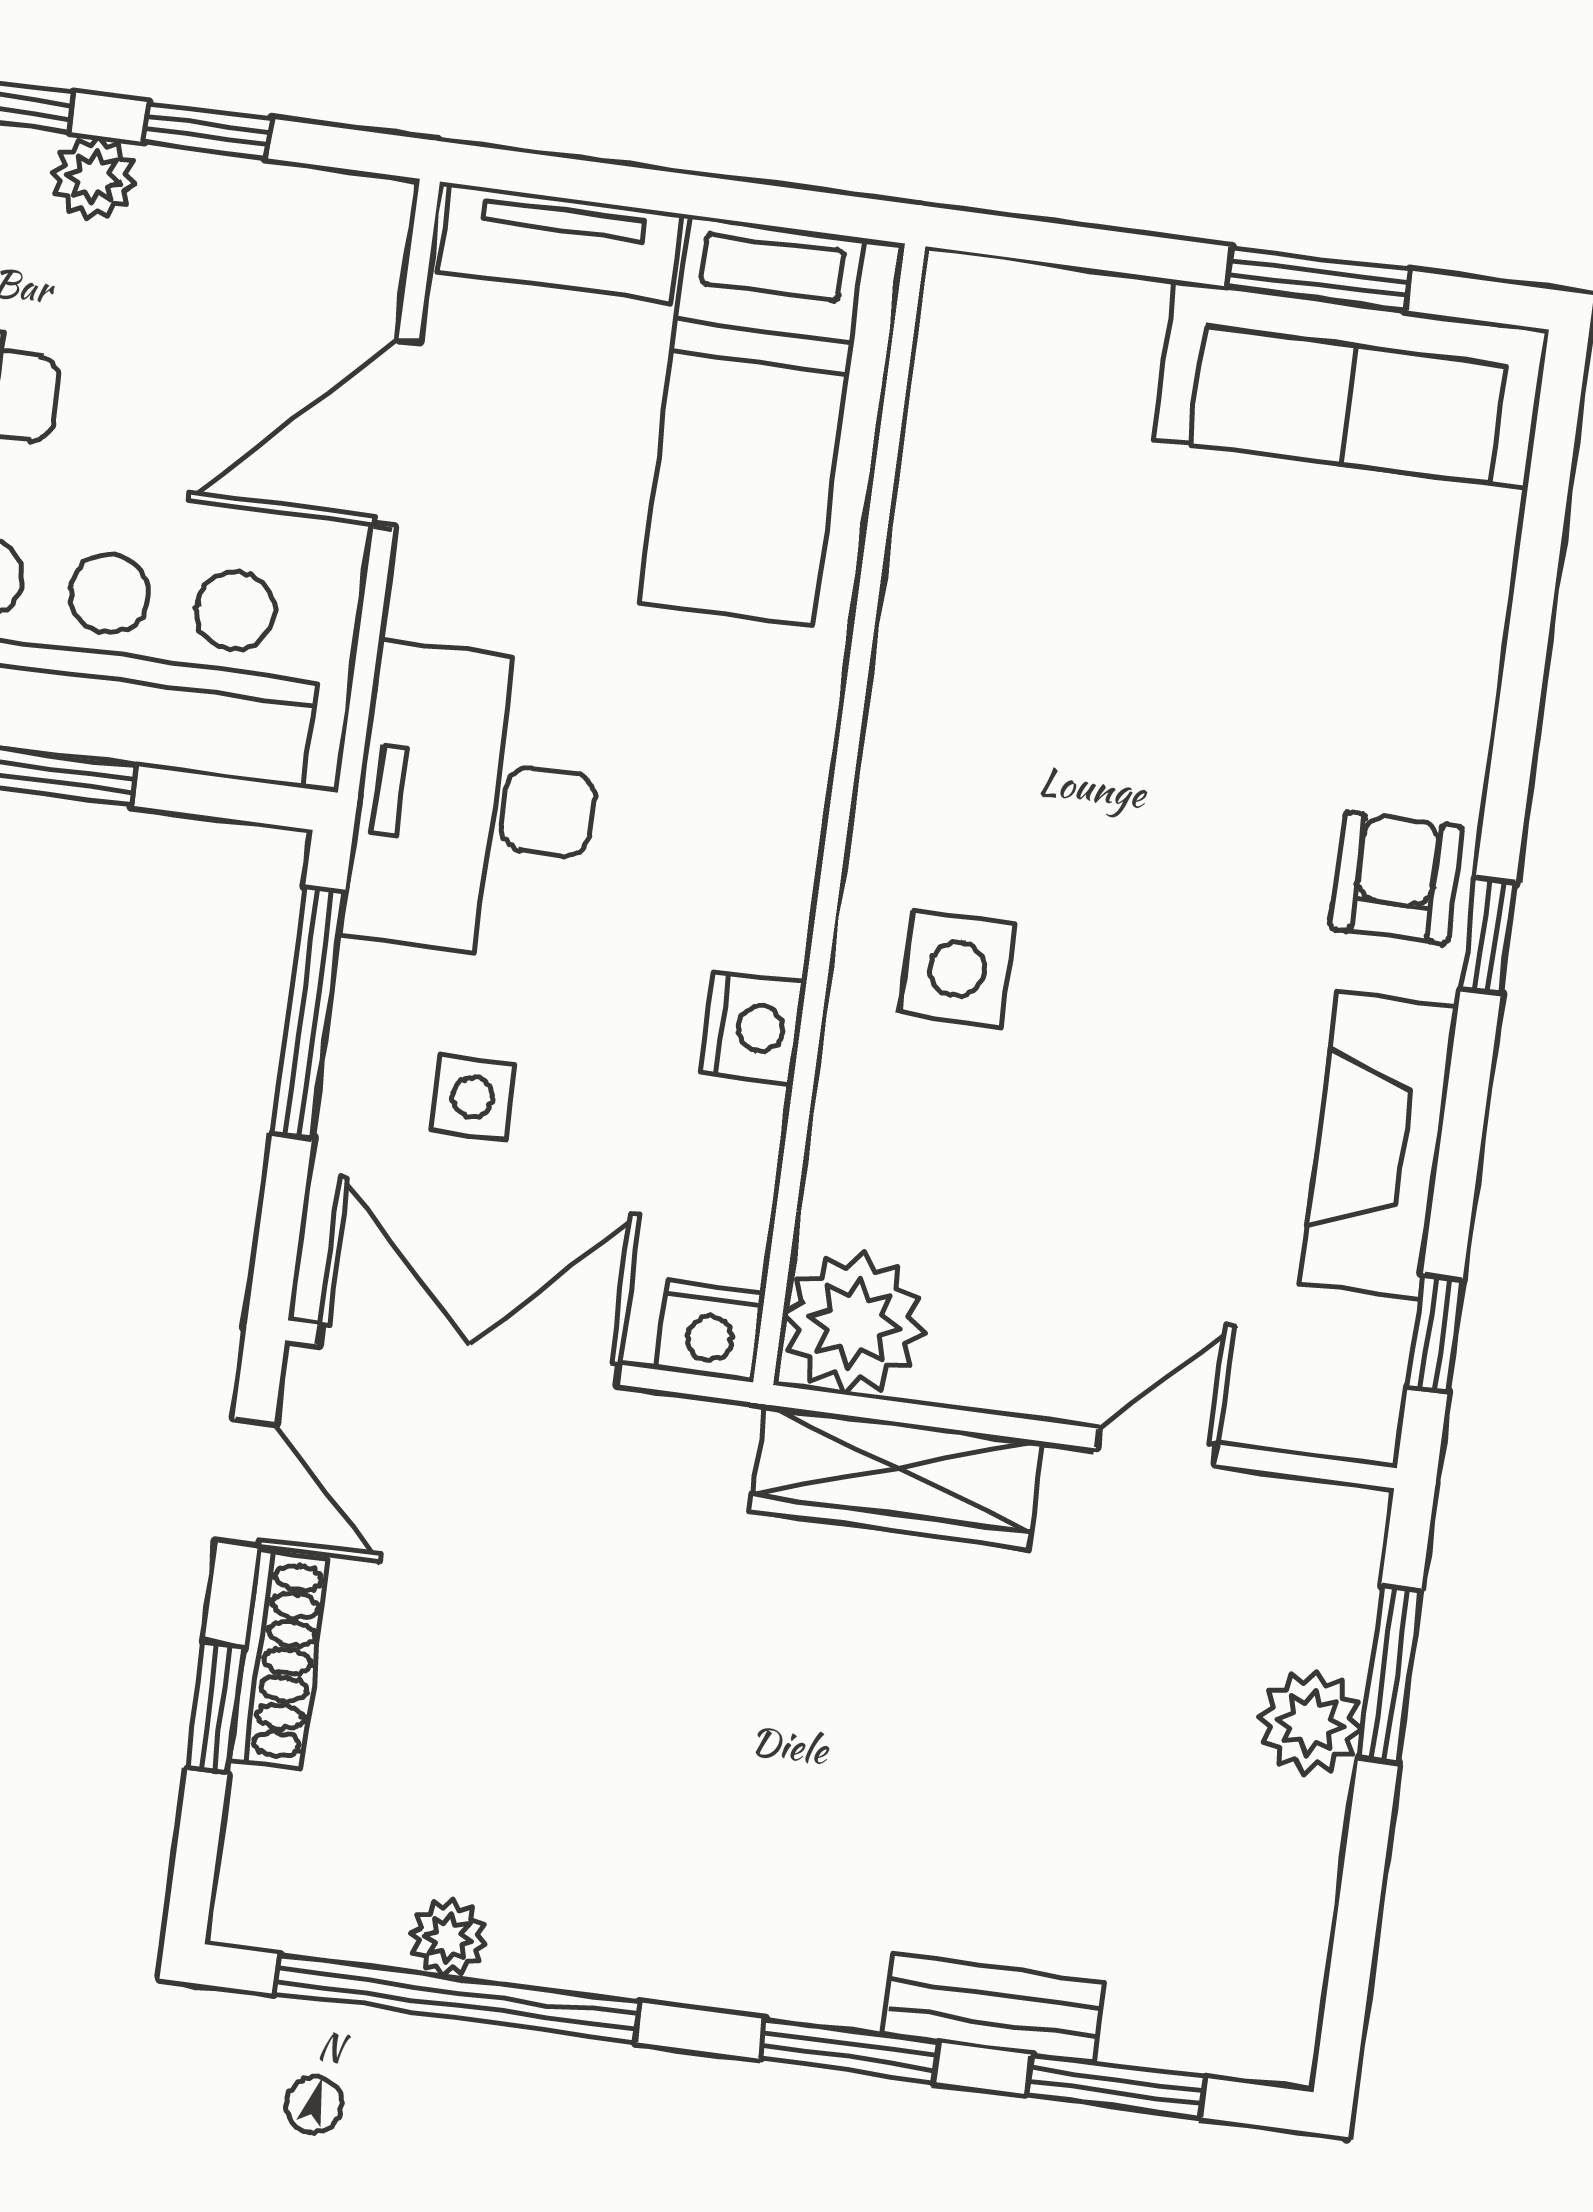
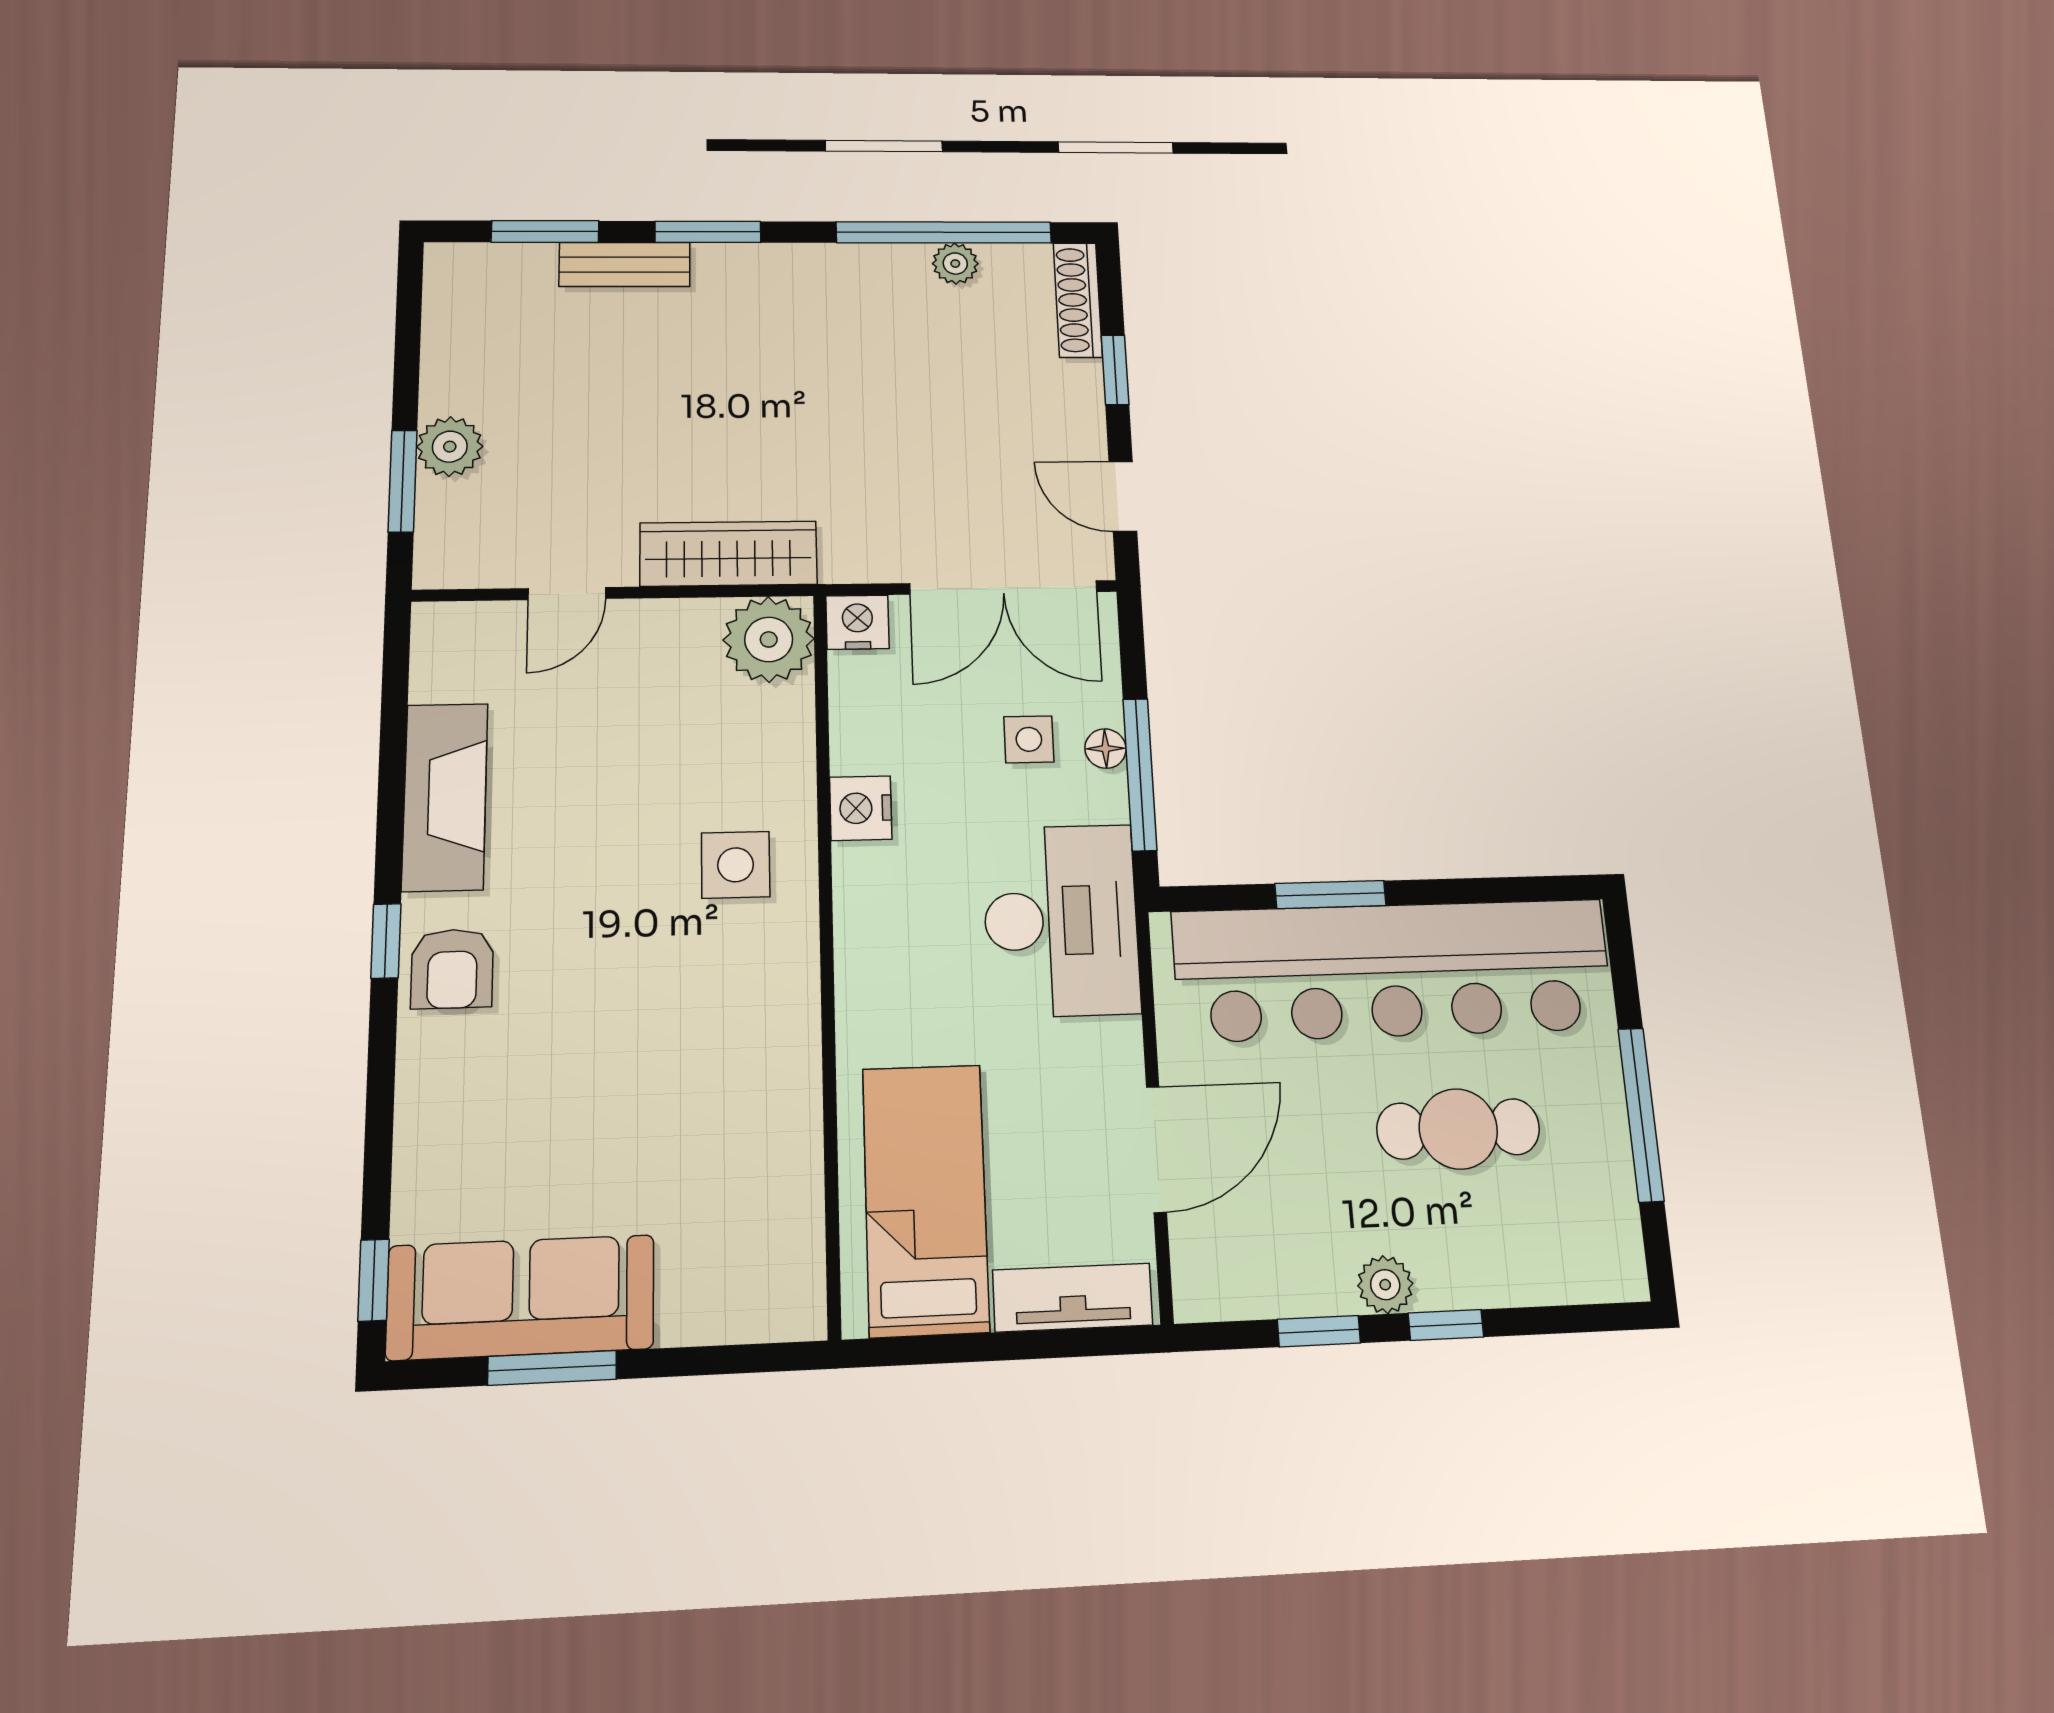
floor lamp: (355, 1063) -> (1105, 749), added
window: (1435, 1334) -> (374, 1280), moved
shoe rack: (279, 1660) -> (1078, 300), moved

